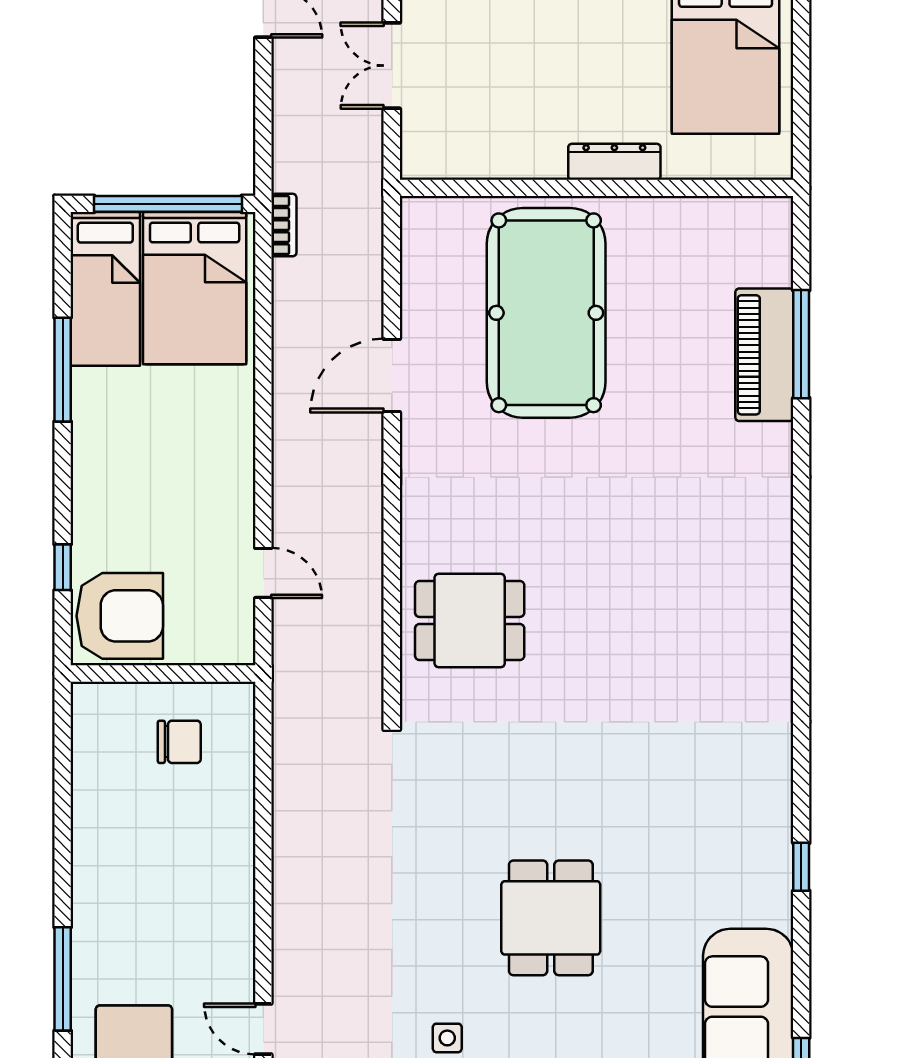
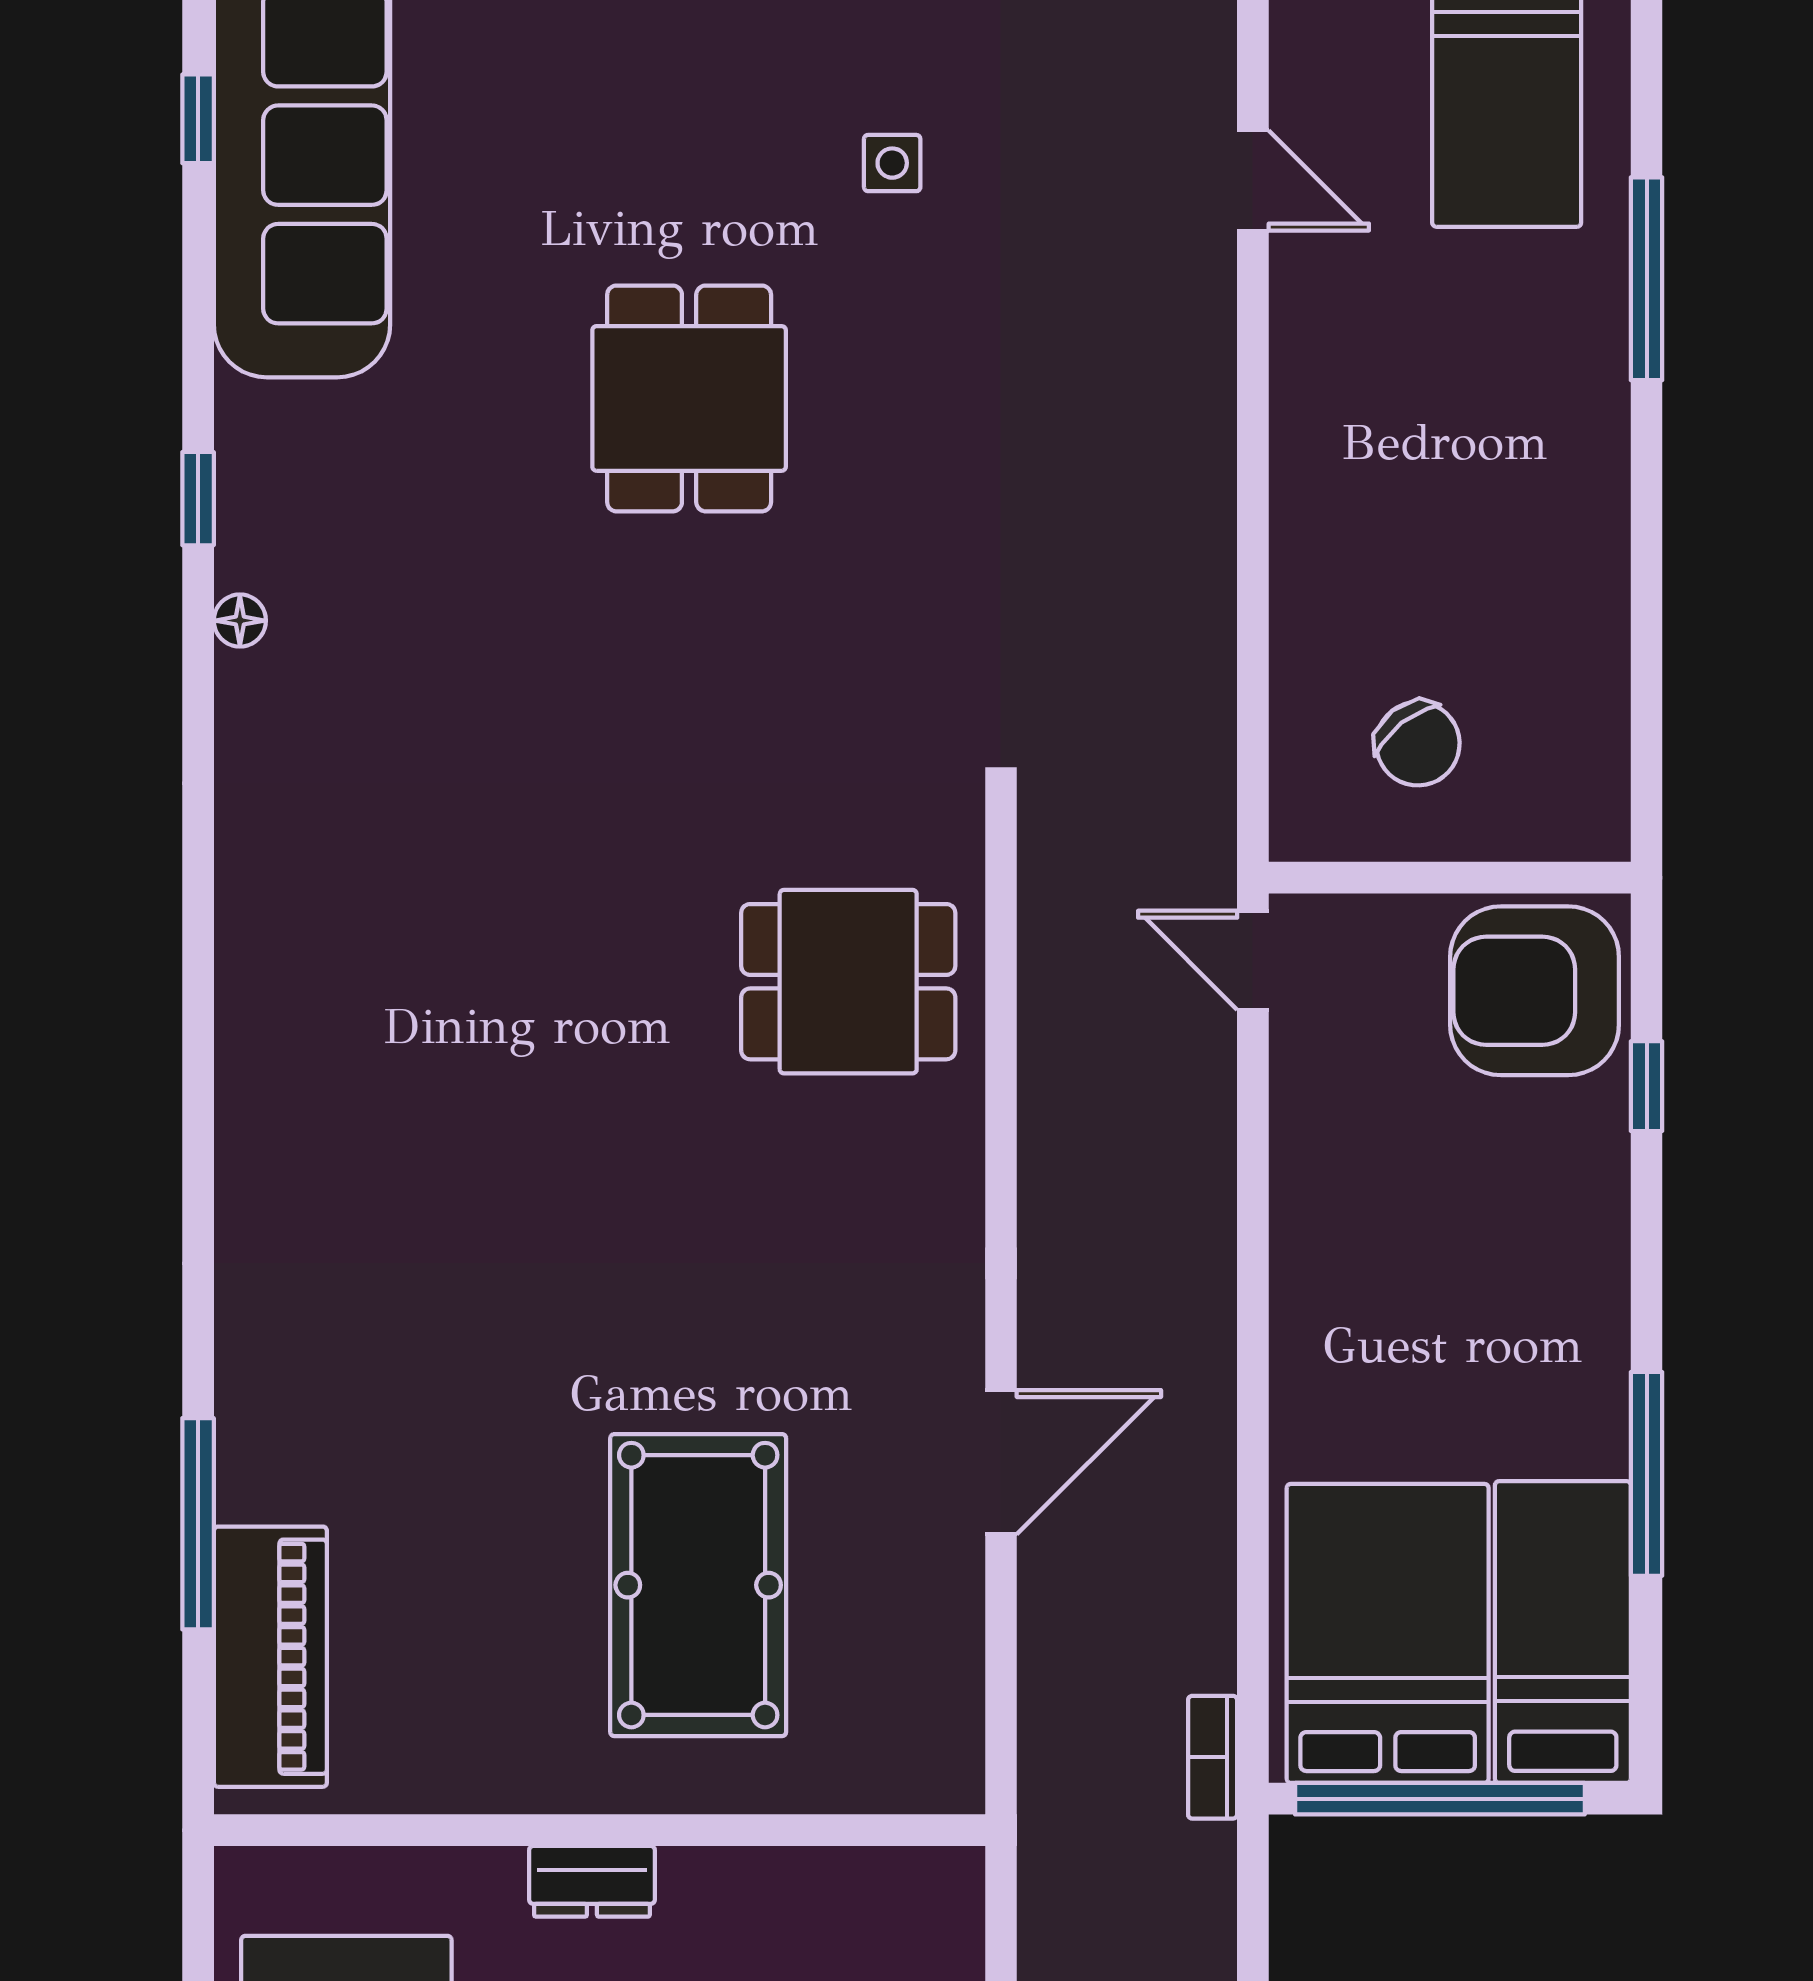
dresser: (614, 162) -> (592, 1881), width x0.70
pool table: (546, 313) -> (698, 1585), width x0.73, depth x0.76
piano: (764, 355) -> (270, 1657), moved
door: (263, 573) -> (1253, 960), moved
chair: (179, 742) -> (1418, 744), turned -128
floor lamp: (780, 805) -> (240, 621), added

